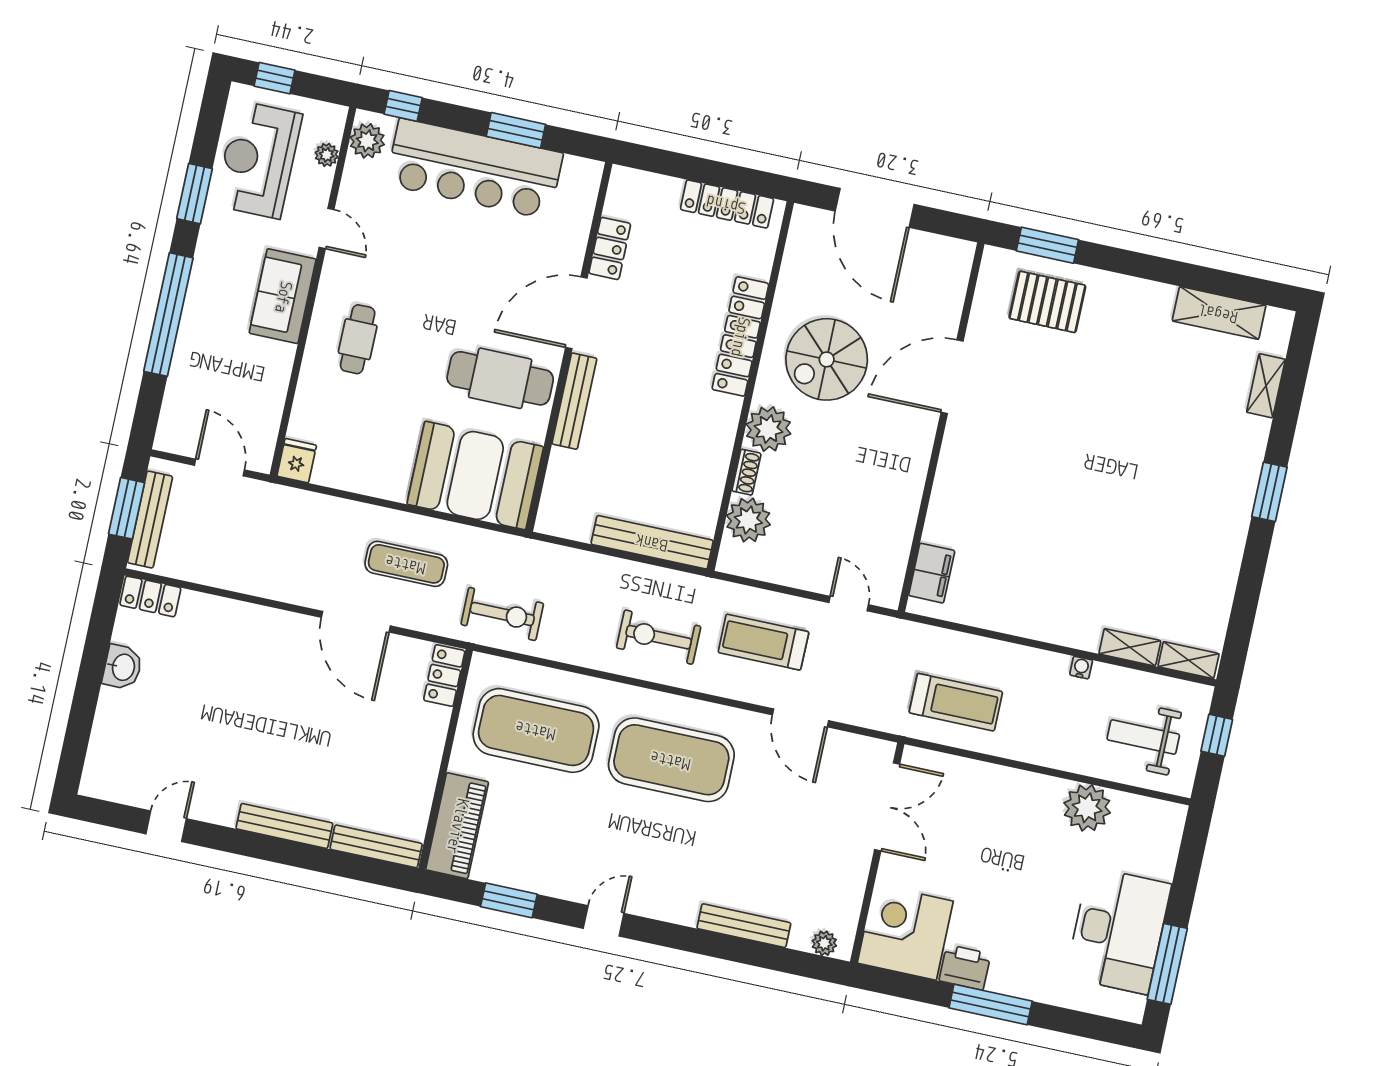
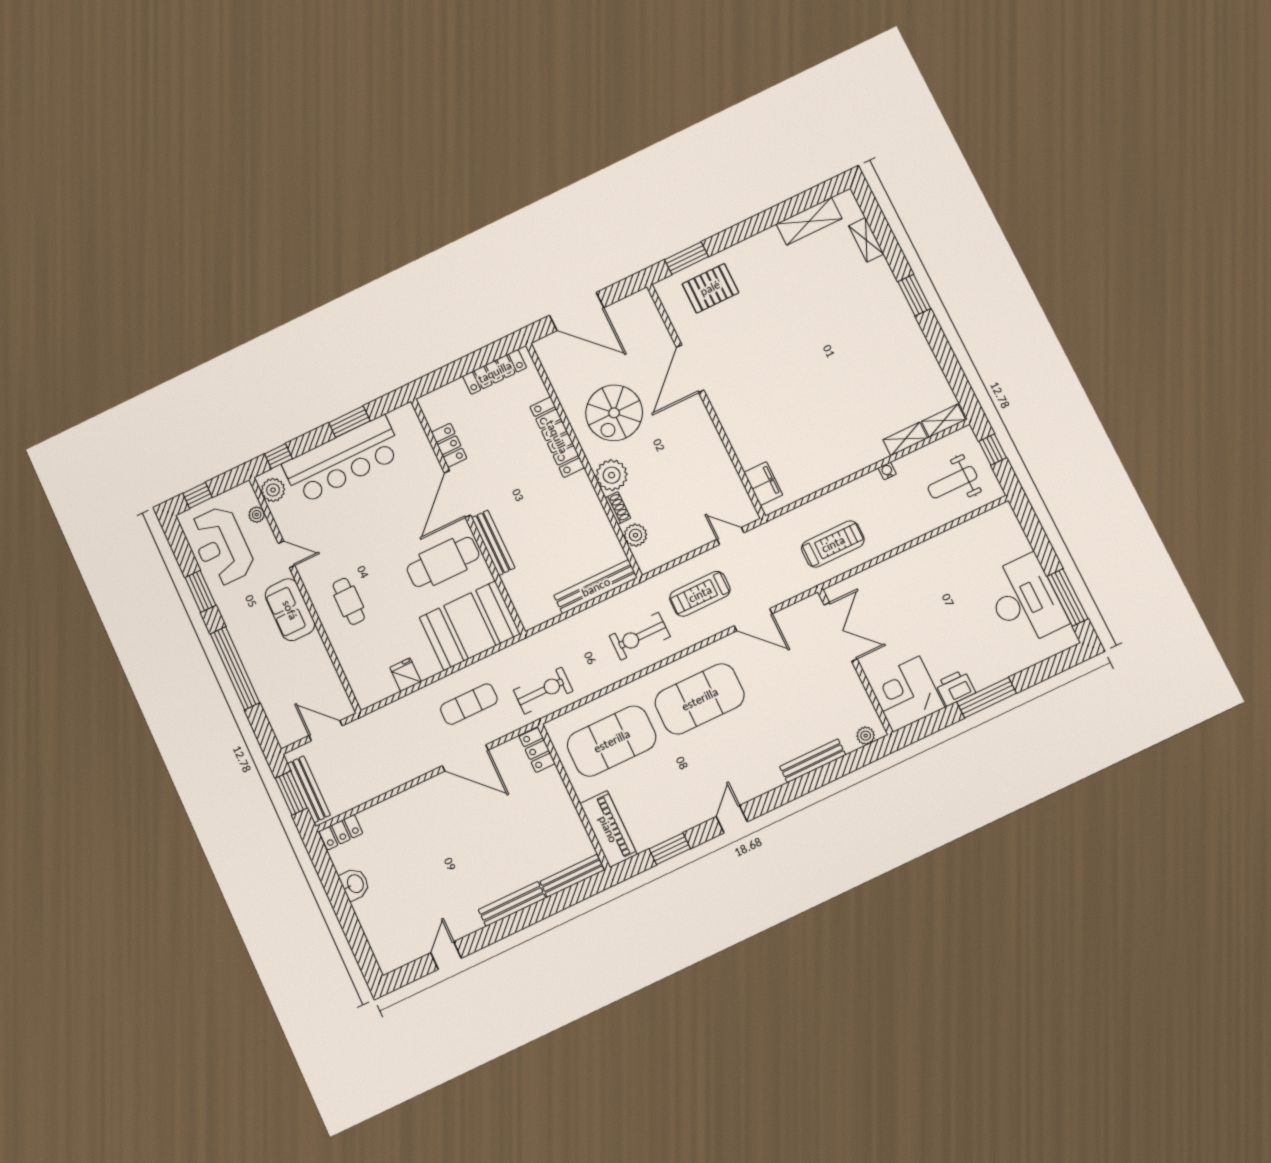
fridge: (297, 461) -> (405, 675), moved
plant: (748, 520) -> (635, 535), width x0.73, depth x0.73
plant: (1087, 808) -> (953, 546), removed

